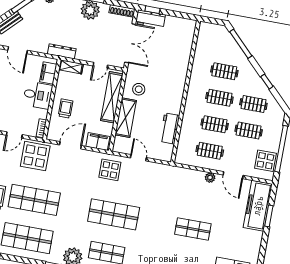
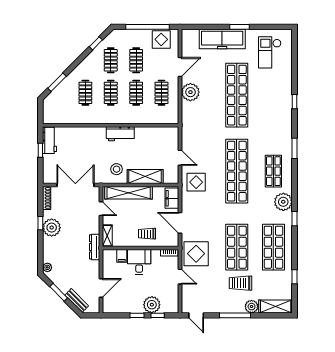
window: (152, 10) -> (40, 150), moved
workbench: (150, 19) -> (50, 140), moved
window: (241, 44) -> (57, 82), width x0.69
filing cabinet: (48, 73) -> (122, 256), width x0.50
window: (267, 82) -> (96, 43), moved
workbench: (170, 128) -> (120, 134), moved
door: (138, 158) -> (180, 158), swing flipped
plant: (210, 178) -> (190, 92), width x1.88, depth x1.88
freezer: (258, 206) -> (222, 39), moved
shop shelf: (114, 214) -> (237, 171), width x1.40
window: (269, 216) -> (239, 27), moved
shop shelf: (193, 229) -> (237, 95), width x2.00, depth x1.36

